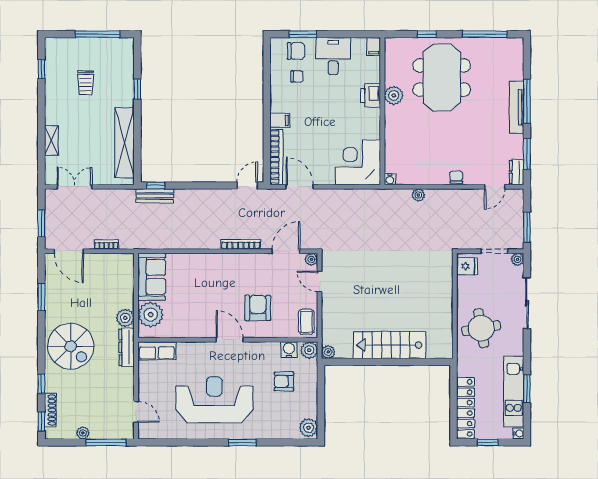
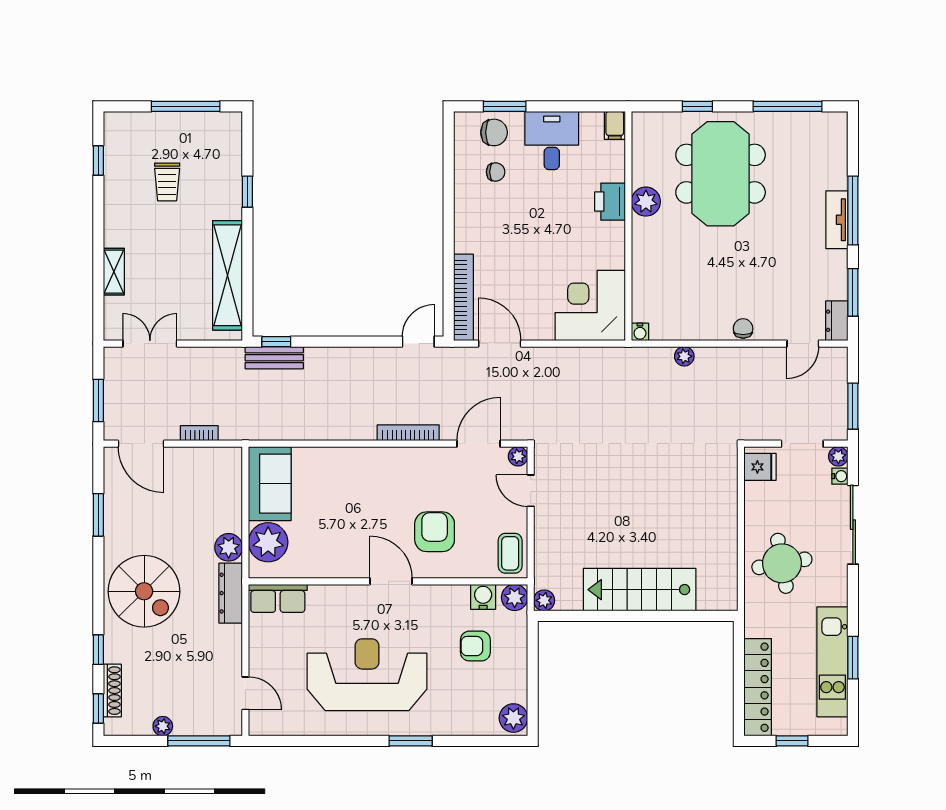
tv unit: (517, 107) -> (837, 220), width x0.71
filing cabinet: (280, 120) -> (469, 241), removed
water cooler: (518, 433) -> (840, 476), moved

